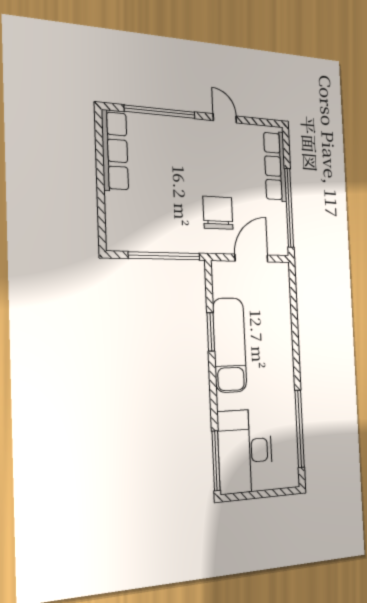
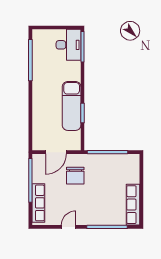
door: (225, 118) -> (69, 227), swing flipped
desk: (245, 451) -> (69, 45), width x0.73, depth x0.77

